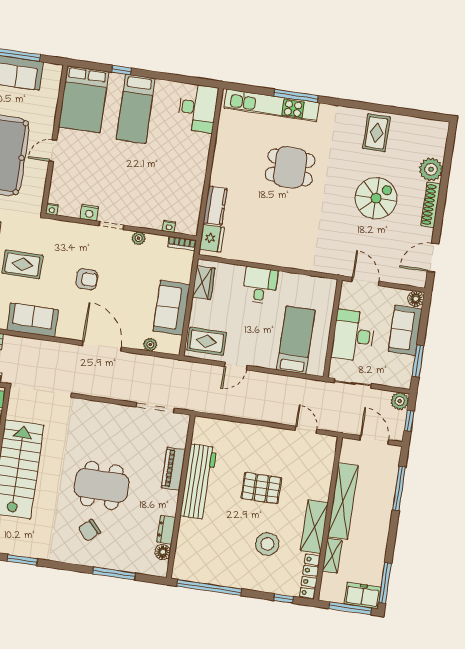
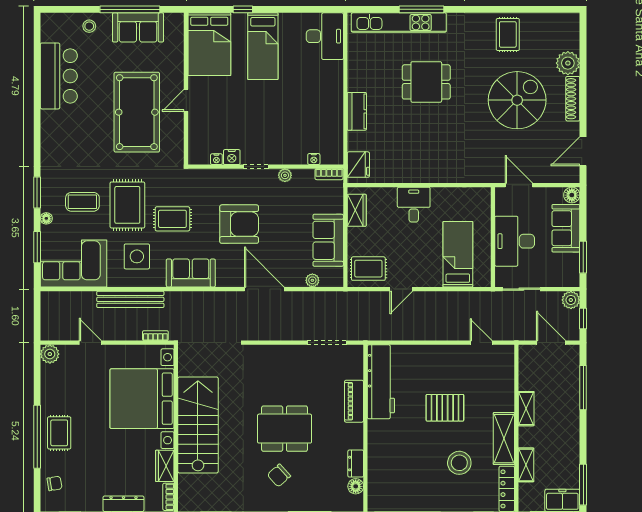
spiral stairs: (376, 198) -> (517, 100), width x1.37, depth x1.37
kitchen counter: (215, 206) -> (357, 111), moved
nightstand: (52, 209) -> (216, 159), moved
armchair: (87, 279) -> (239, 224), width x1.88, depth x1.88
workbench: (198, 482) -> (381, 382), moved
shelving: (343, 501) -> (526, 409), width x0.45, depth x0.75

